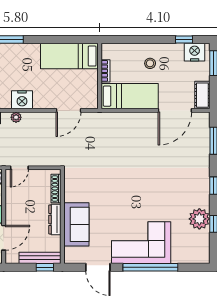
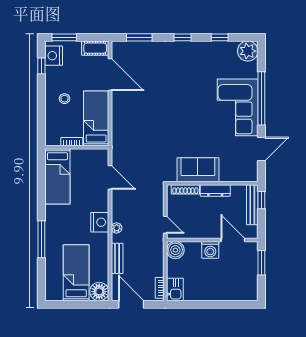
plant: (199, 219) -> (248, 51), moved
sofa: (76, 224) -> (198, 170), moved

